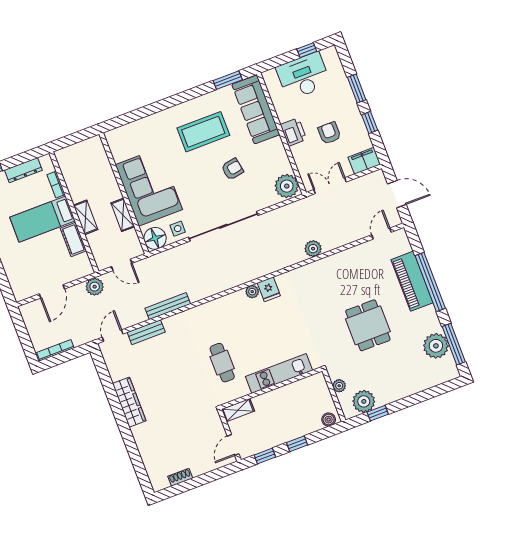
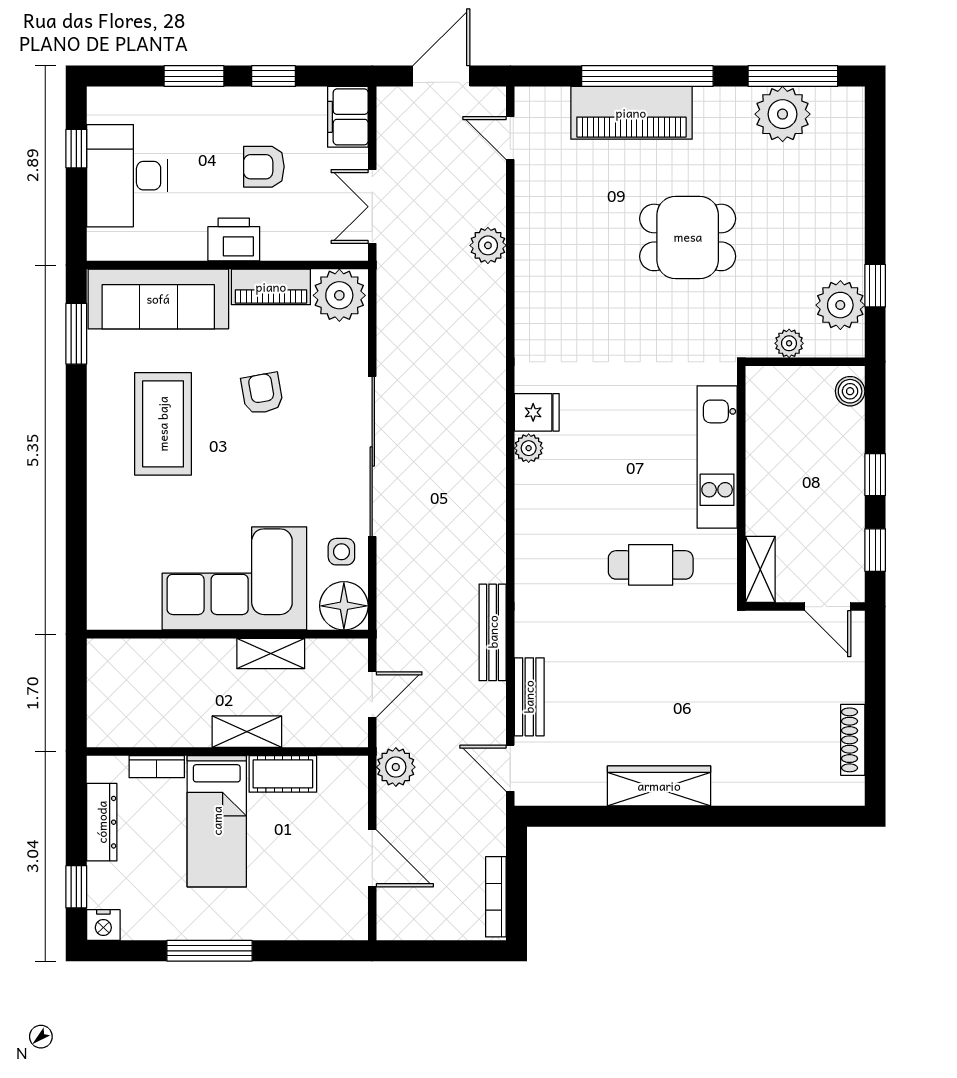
piano: (279, 156) -> (271, 287), added
plant: (313, 249) -> (488, 245), moved
shoe rack: (180, 477) -> (853, 740), width x1.43

